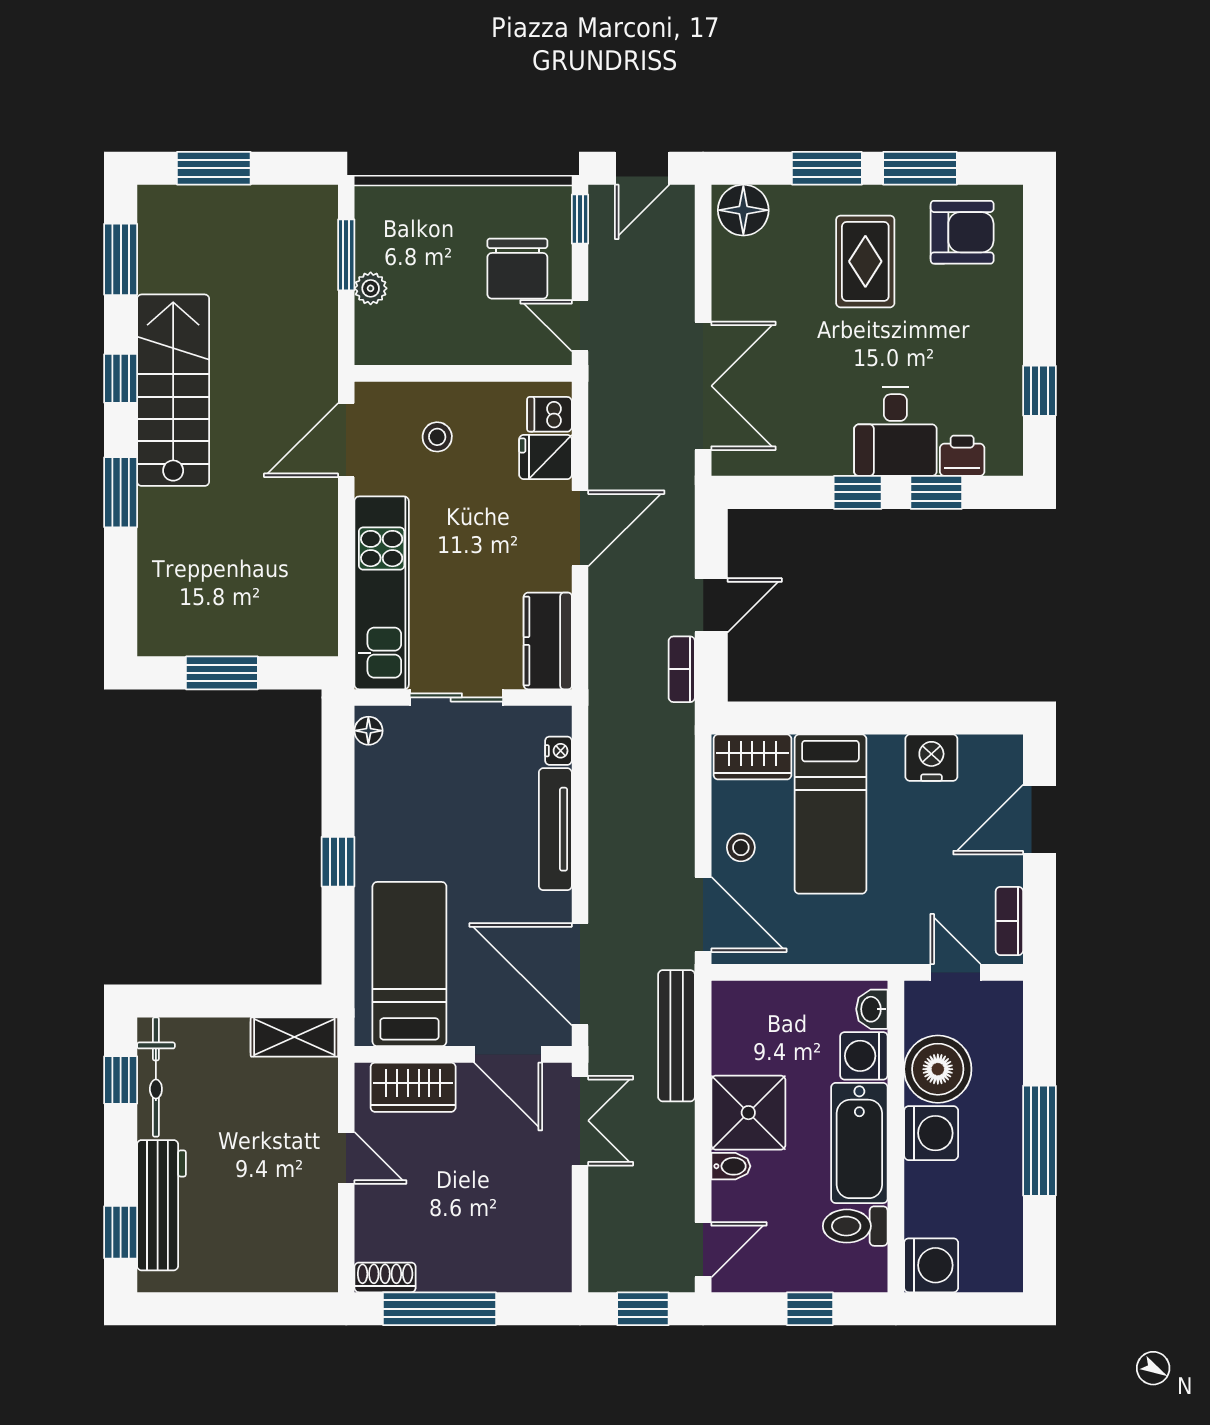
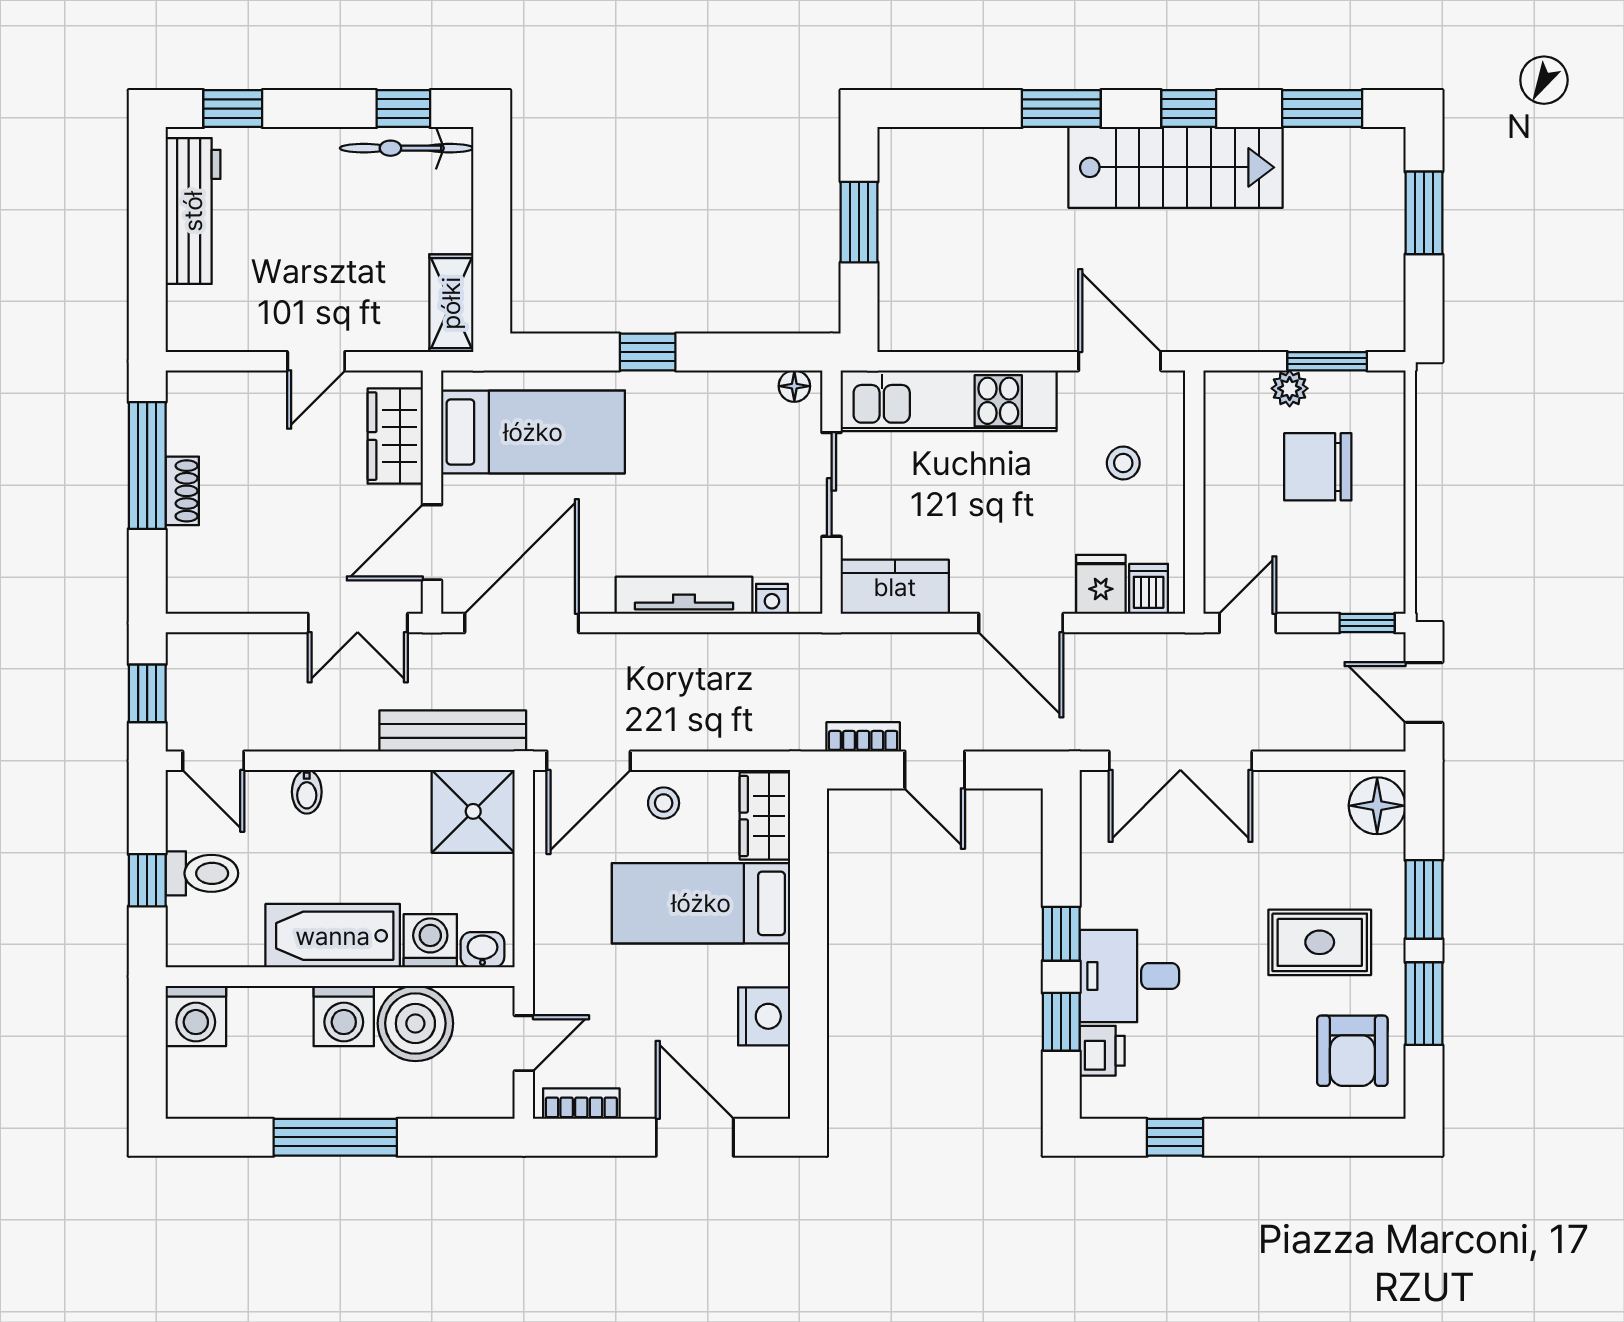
chair: (517, 269) -> (1318, 467), moved
shower: (748, 1113) -> (473, 811), moved
workbench: (162, 1205) -> (193, 211), moved, turned -90
toilet: (855, 1226) -> (202, 873), moved, turned 90
shoe rack: (385, 1277) -> (182, 491), moved

